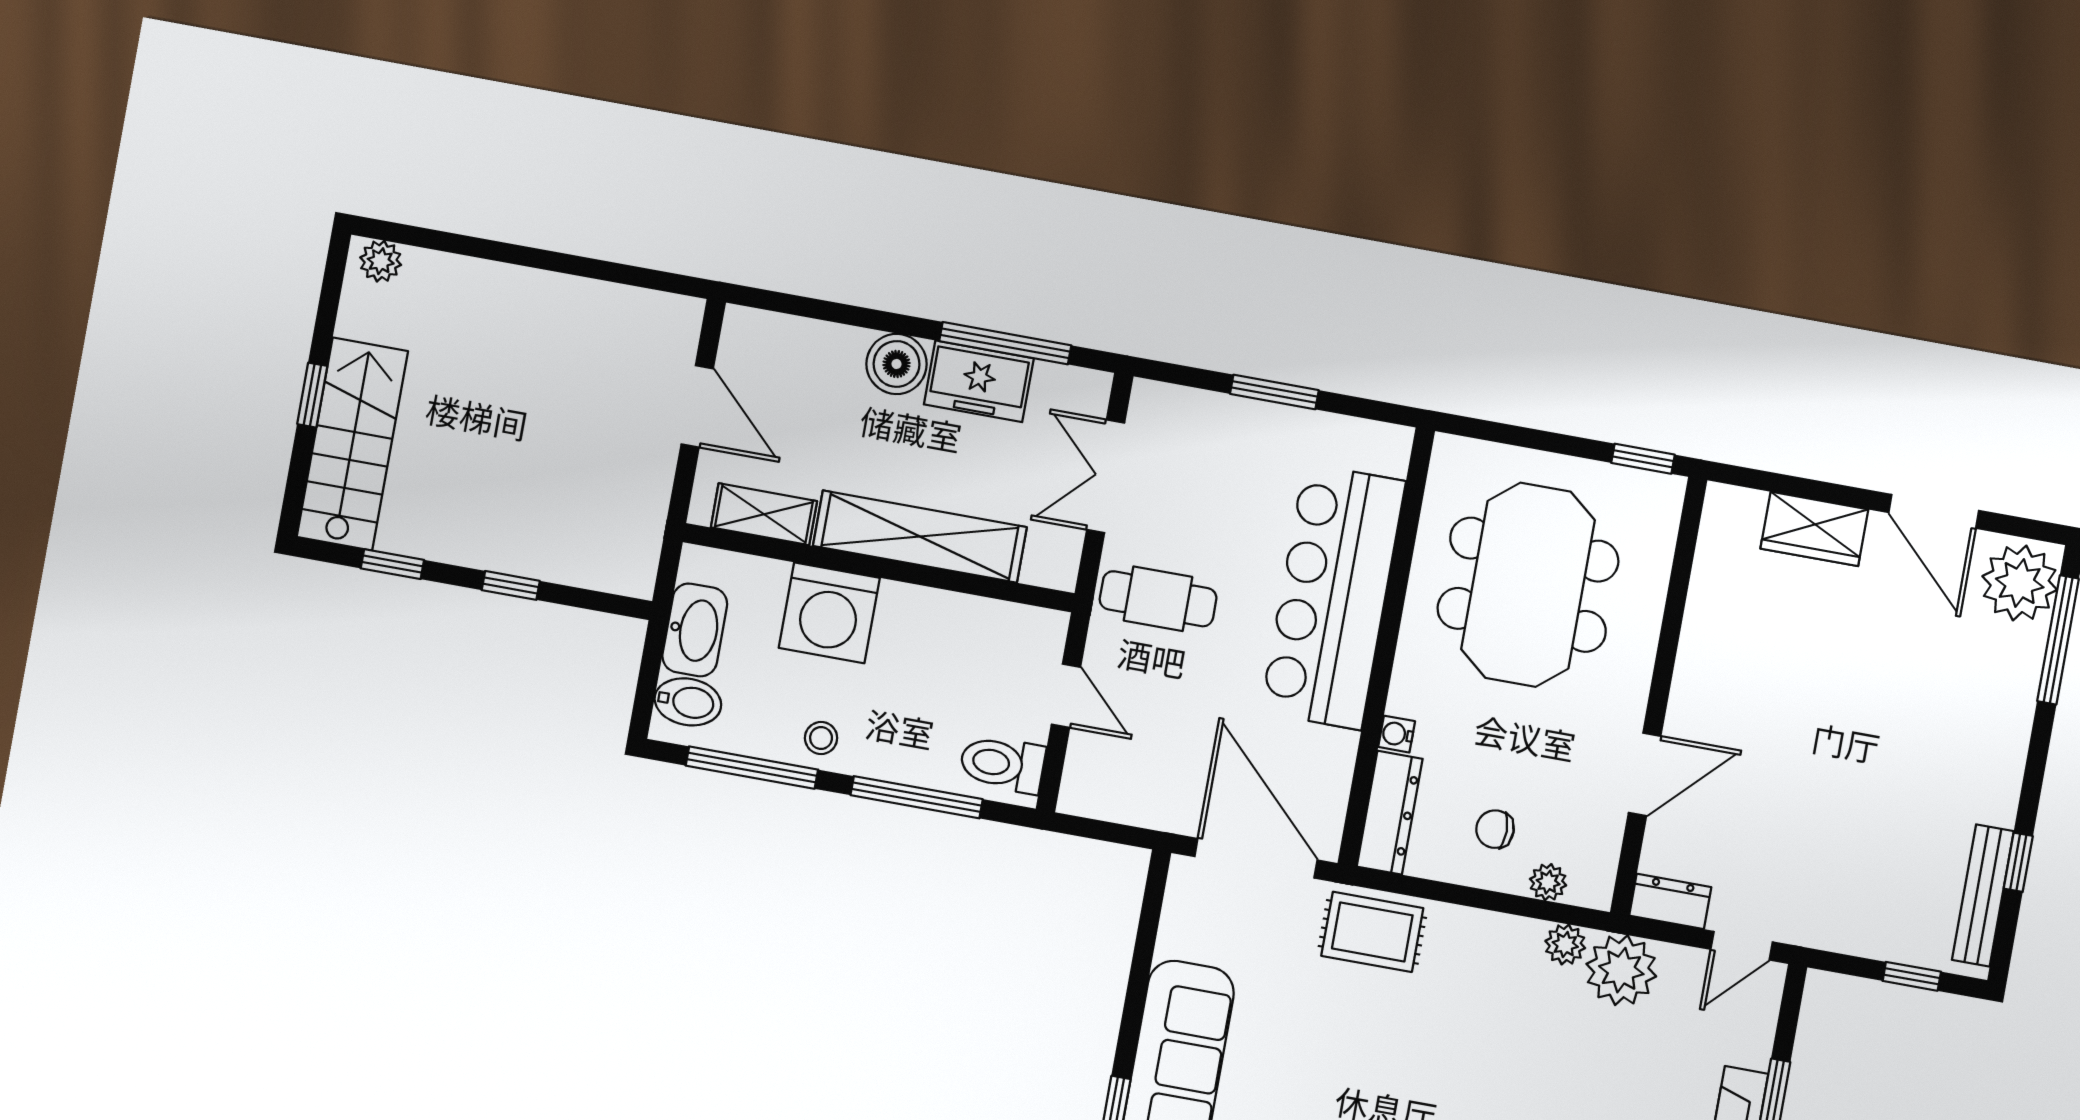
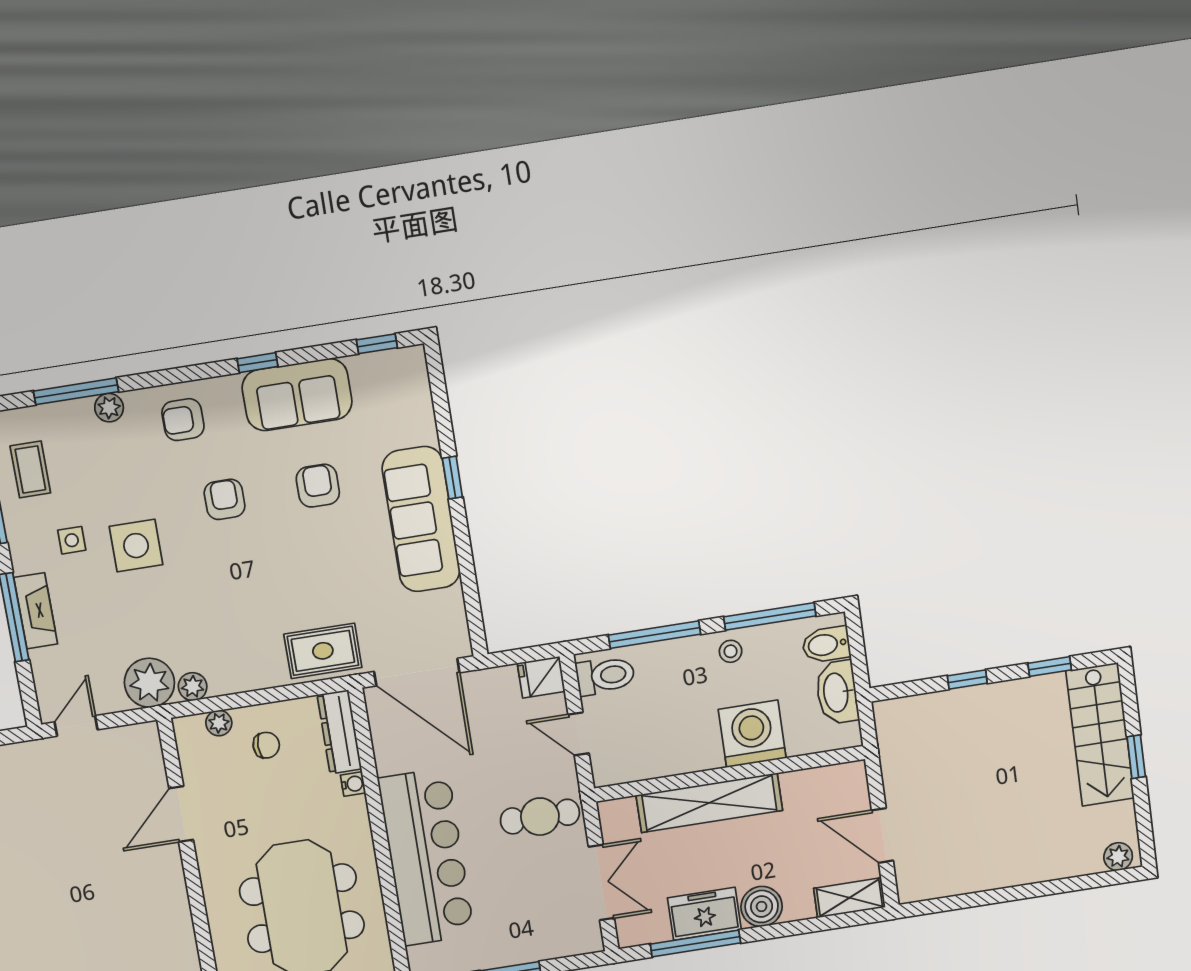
shelving: (764, 514) -> (849, 898), moved
fridge: (1090, 792) -> (541, 677), added
dresser: (1670, 901) -> (134, 738), removed

